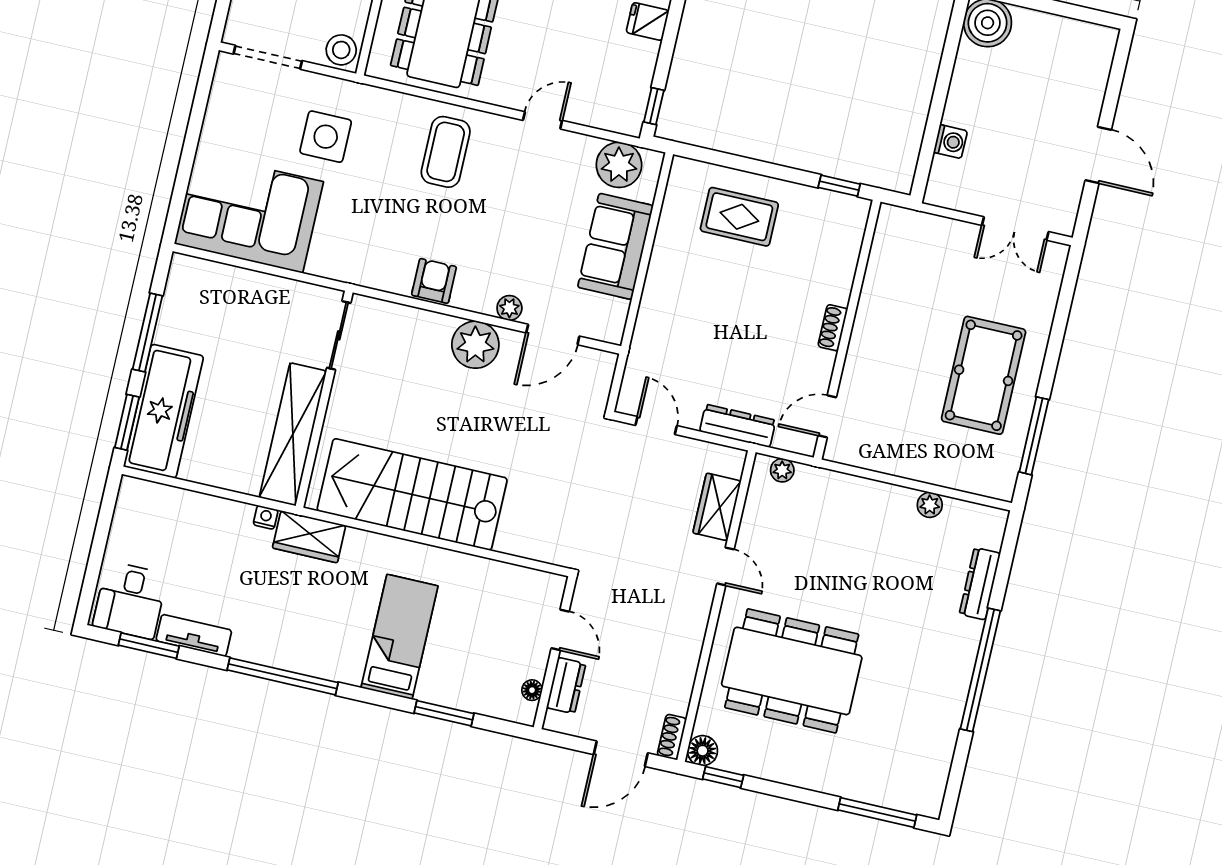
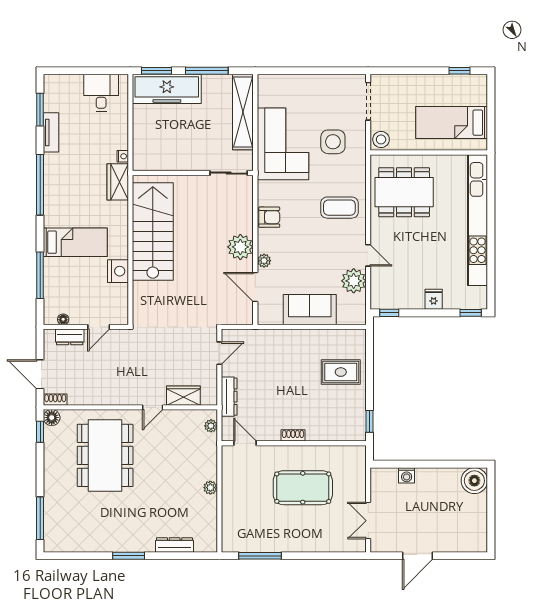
plant: (619, 165) -> (354, 281), moved
corner sofa: (249, 213) -> (283, 144), moved
rug: (739, 217) -> (341, 372), turned 90
pool table: (984, 375) -> (303, 488), moved
shelving: (293, 434) -> (243, 112), moved, turned 90
plant: (930, 505) -> (210, 488), moved
nightstand: (469, 573) -> (118, 271), added
desk: (130, 600) -> (101, 93), moved, turned 90
window: (980, 670) -> (129, 556), width x0.47
window: (444, 713) -> (40, 275), width x1.44

